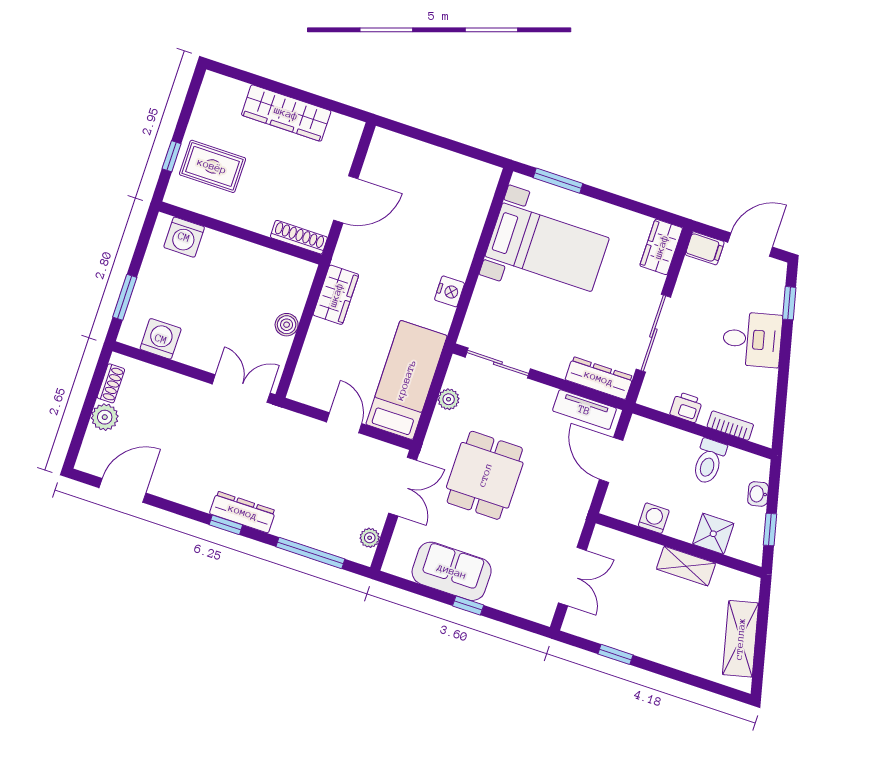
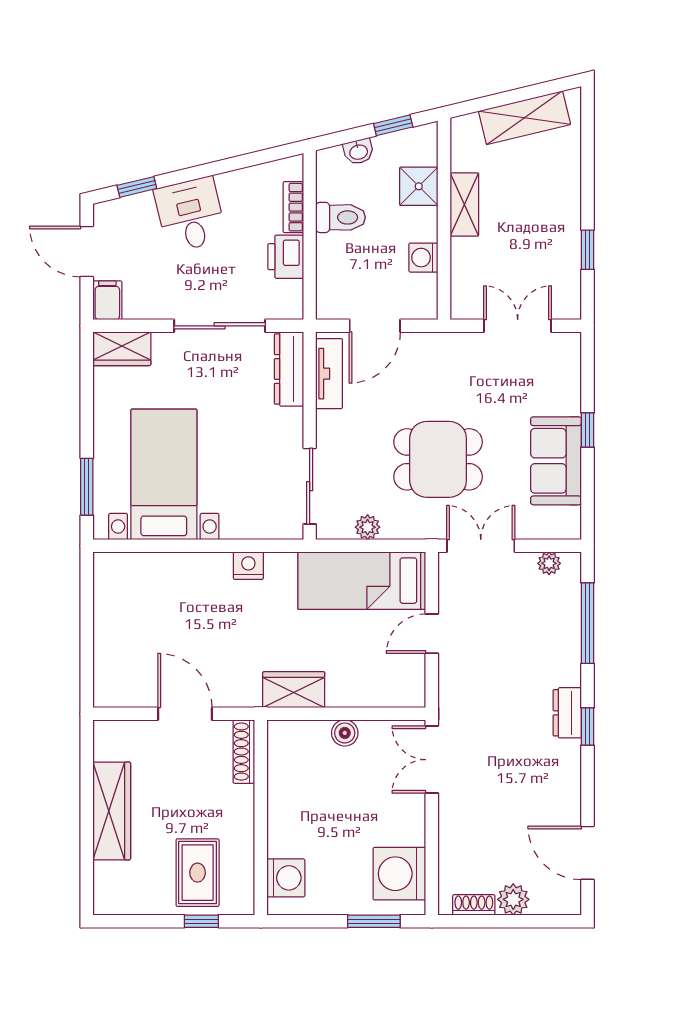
washing machine: (161, 339) -> (399, 874), width x1.37, depth x1.37
printer: (686, 407) -> (286, 257), width x1.36, depth x1.24
dresser: (243, 512) -> (567, 713), width x0.70

